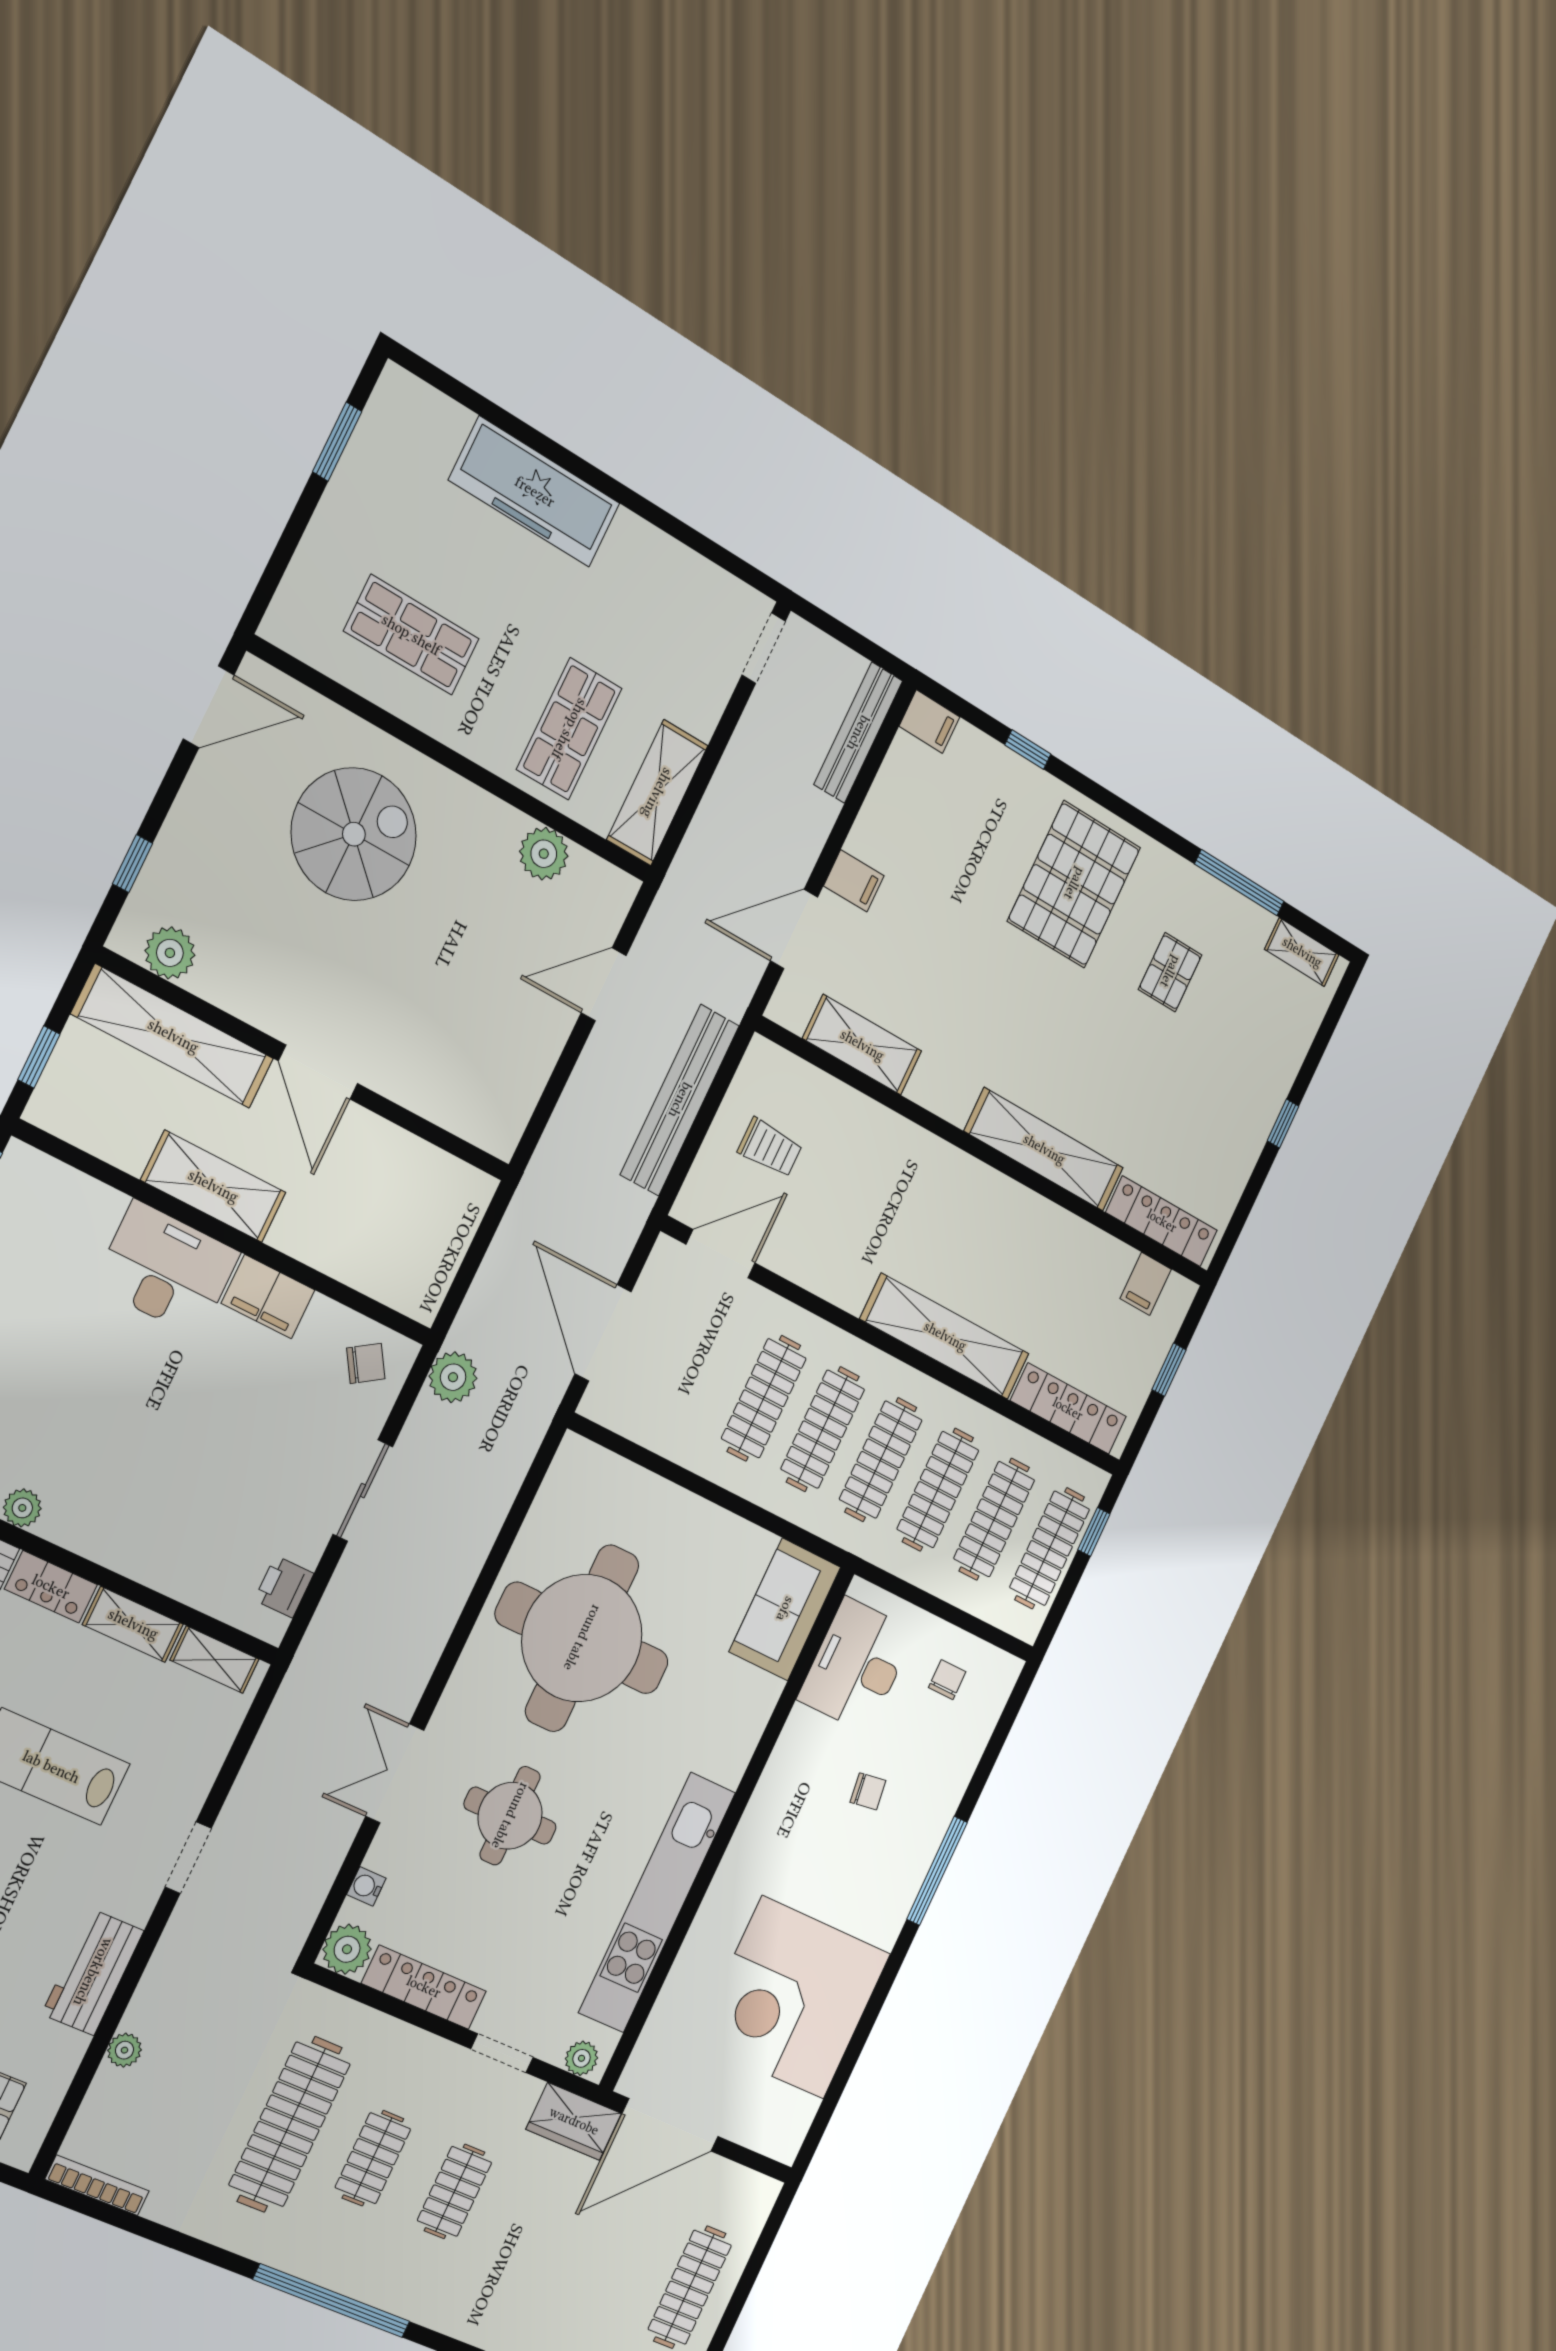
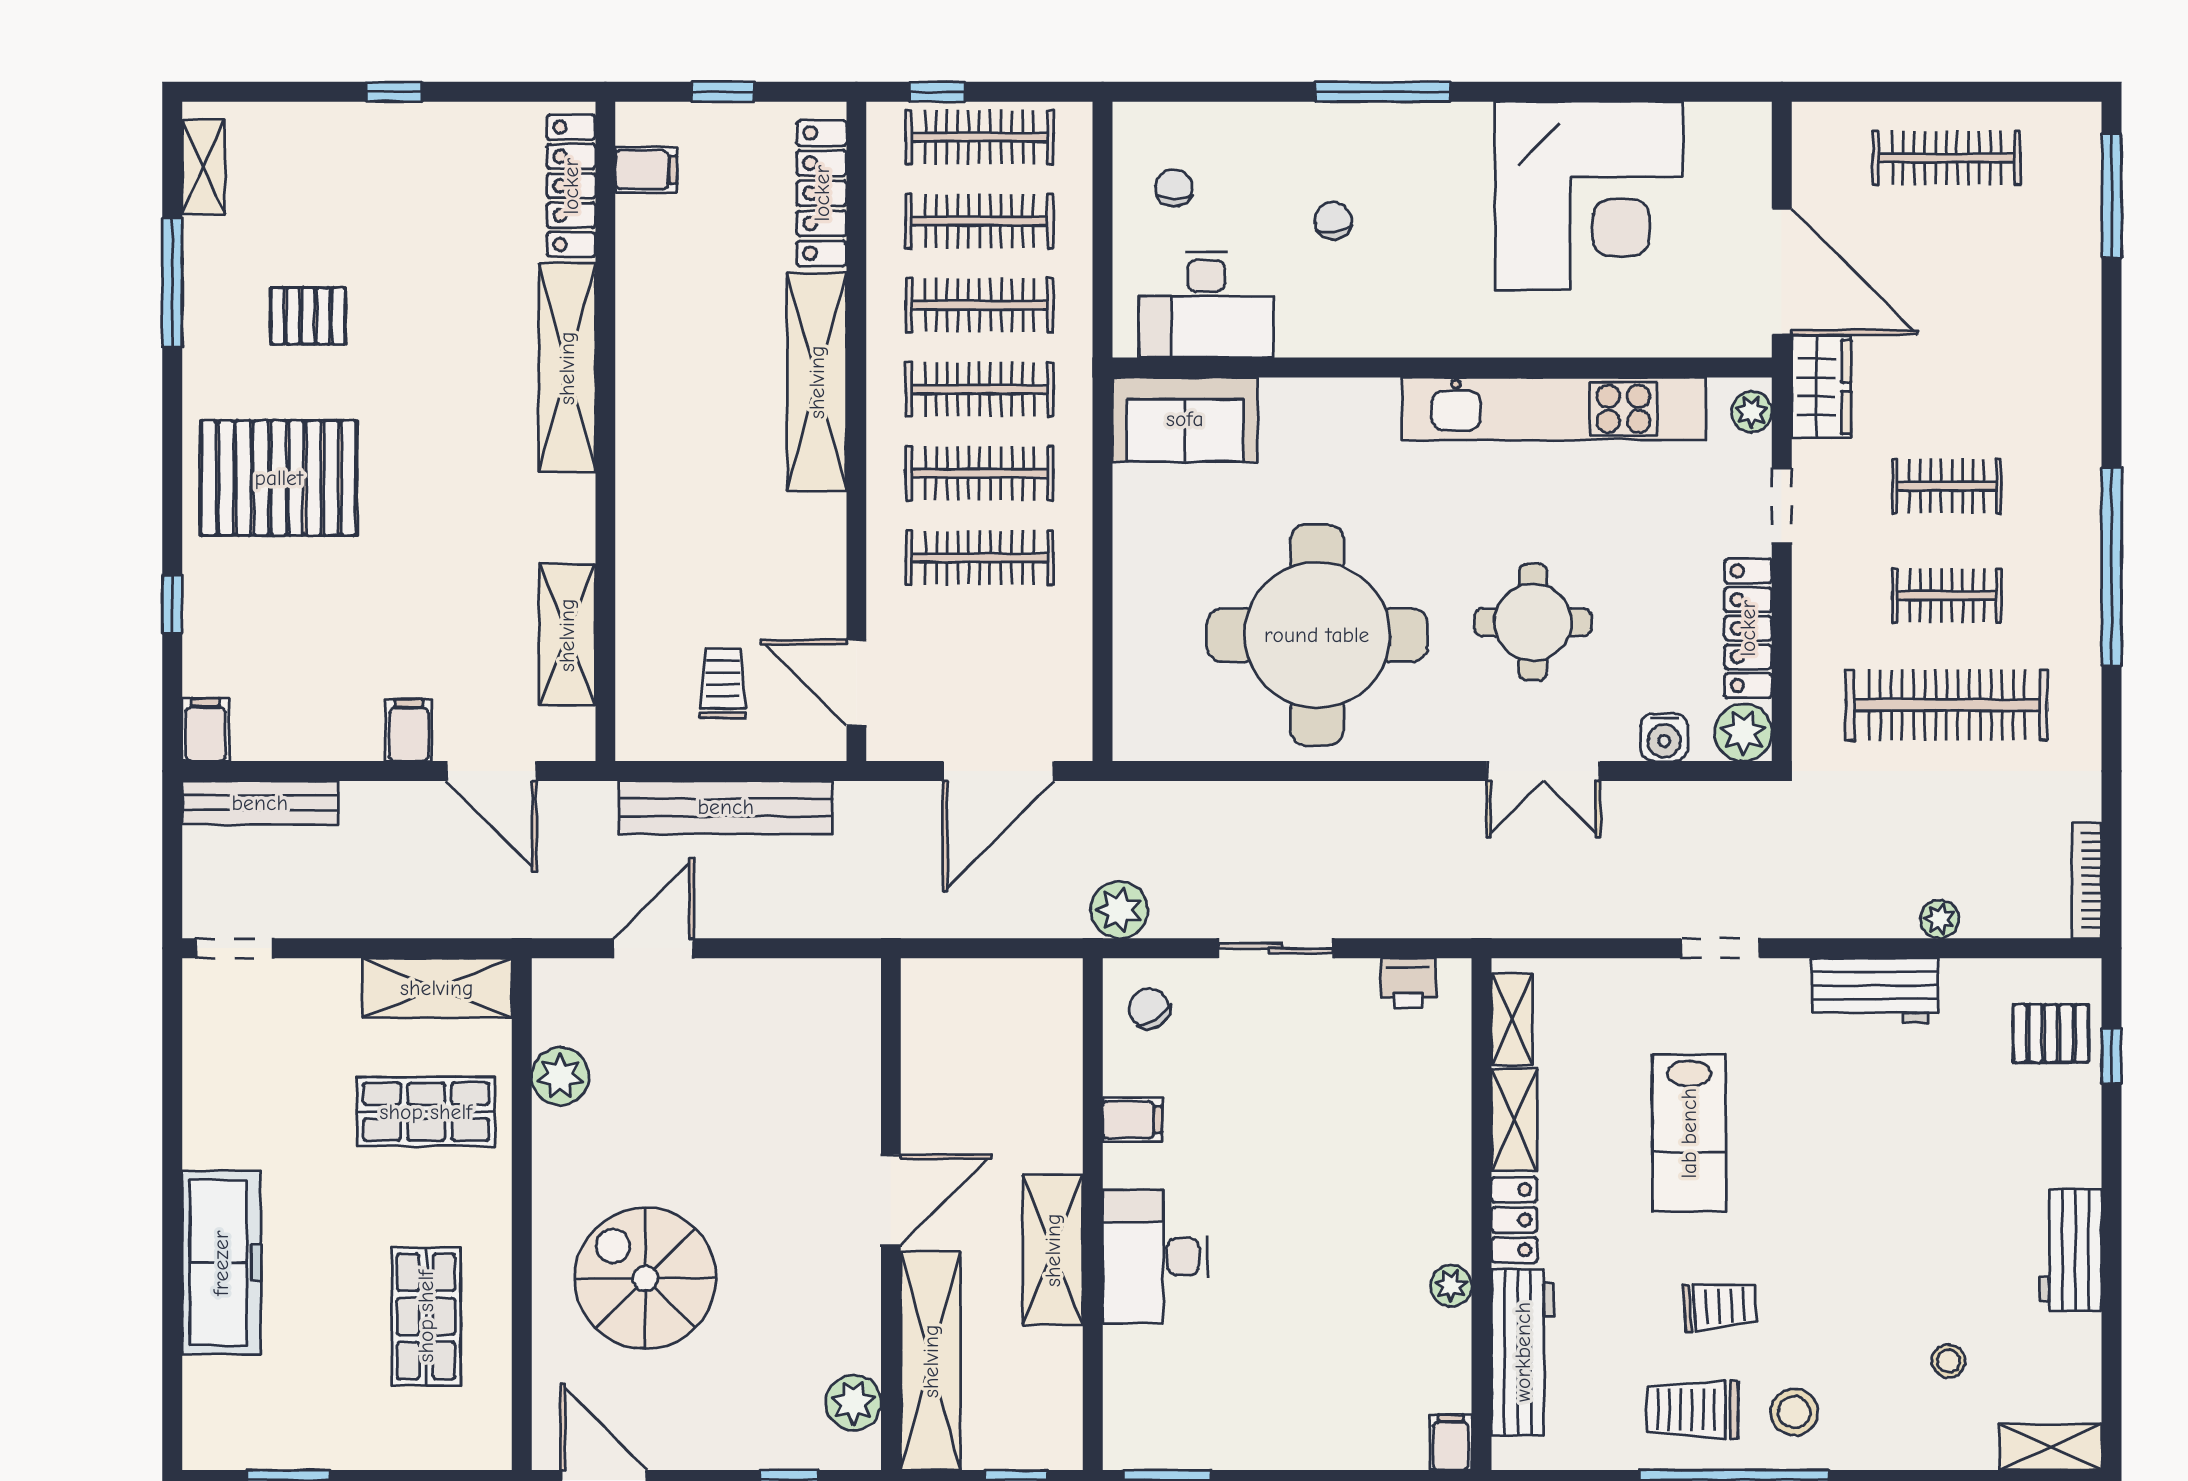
door: (604, 984) -> (654, 948), swing flipped
filing cabinet: (268, 1297) -> (1132, 1120), width x0.50
chair: (947, 1680) -> (1174, 188), turned 90
water cooler: (366, 1886) -> (1664, 737), width x1.38, depth x1.38

